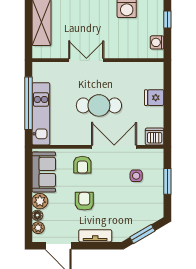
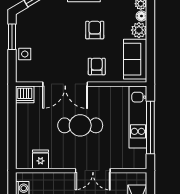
fridge: (154, 98) -> (40, 159), moved, turned -90
side table: (136, 176) -> (25, 54), moved
window: (167, 181) -> (12, 37), moved
armchair: (84, 201) -> (95, 30), turned 180

